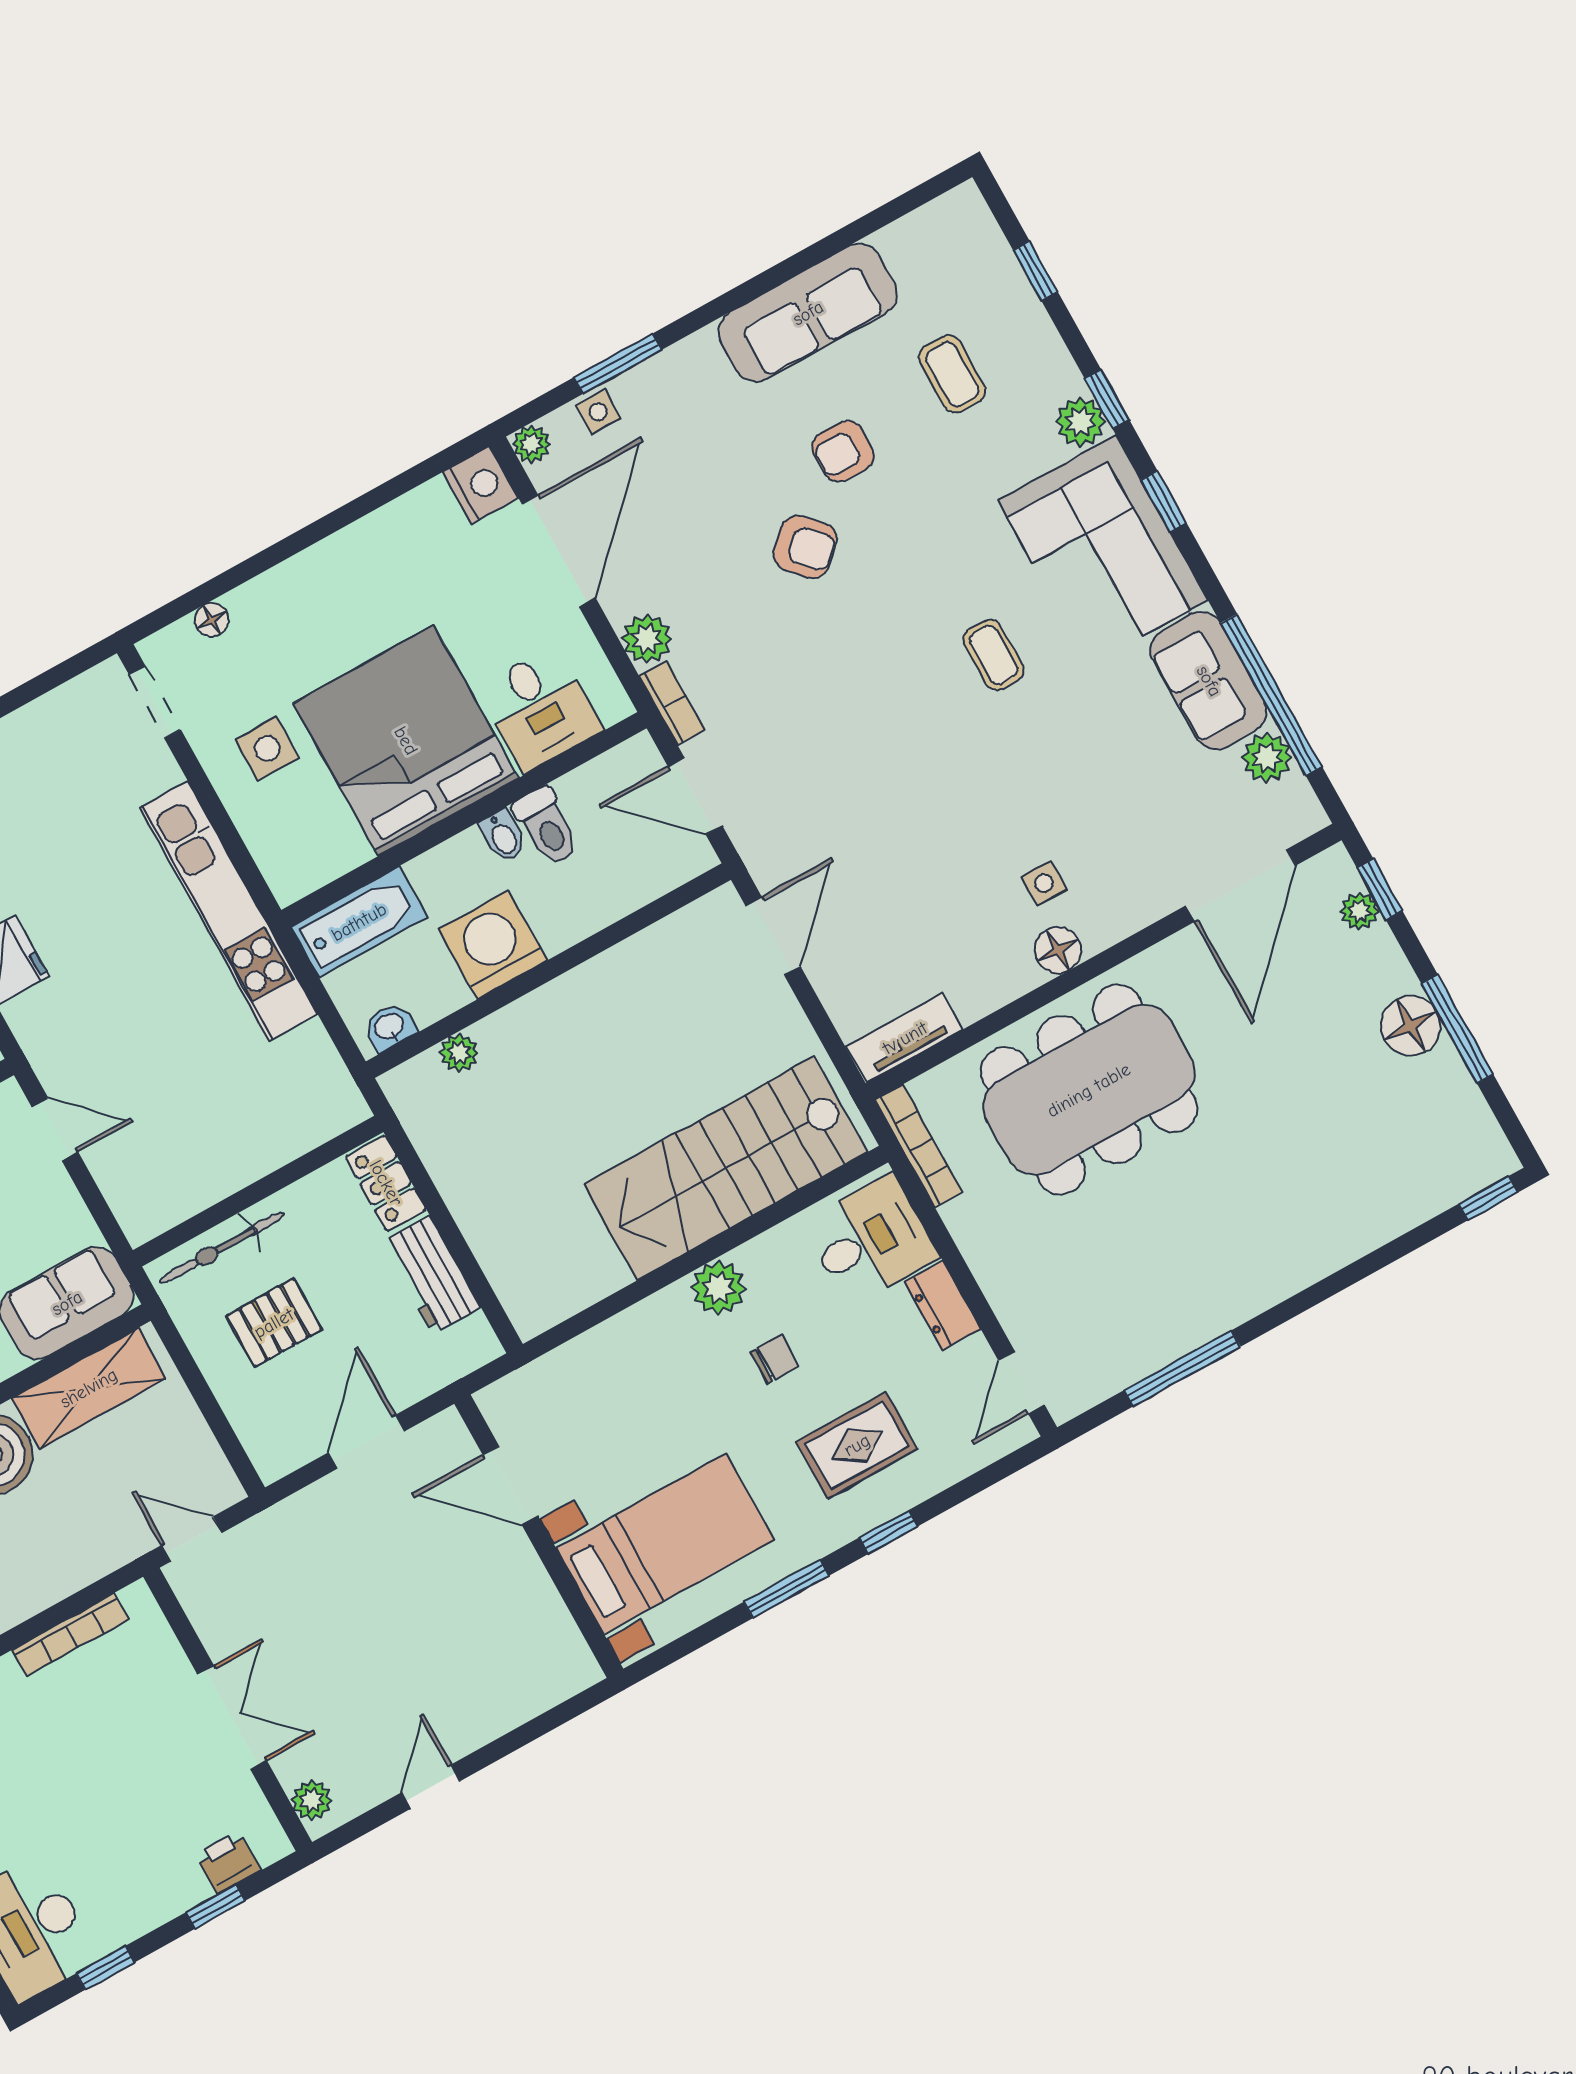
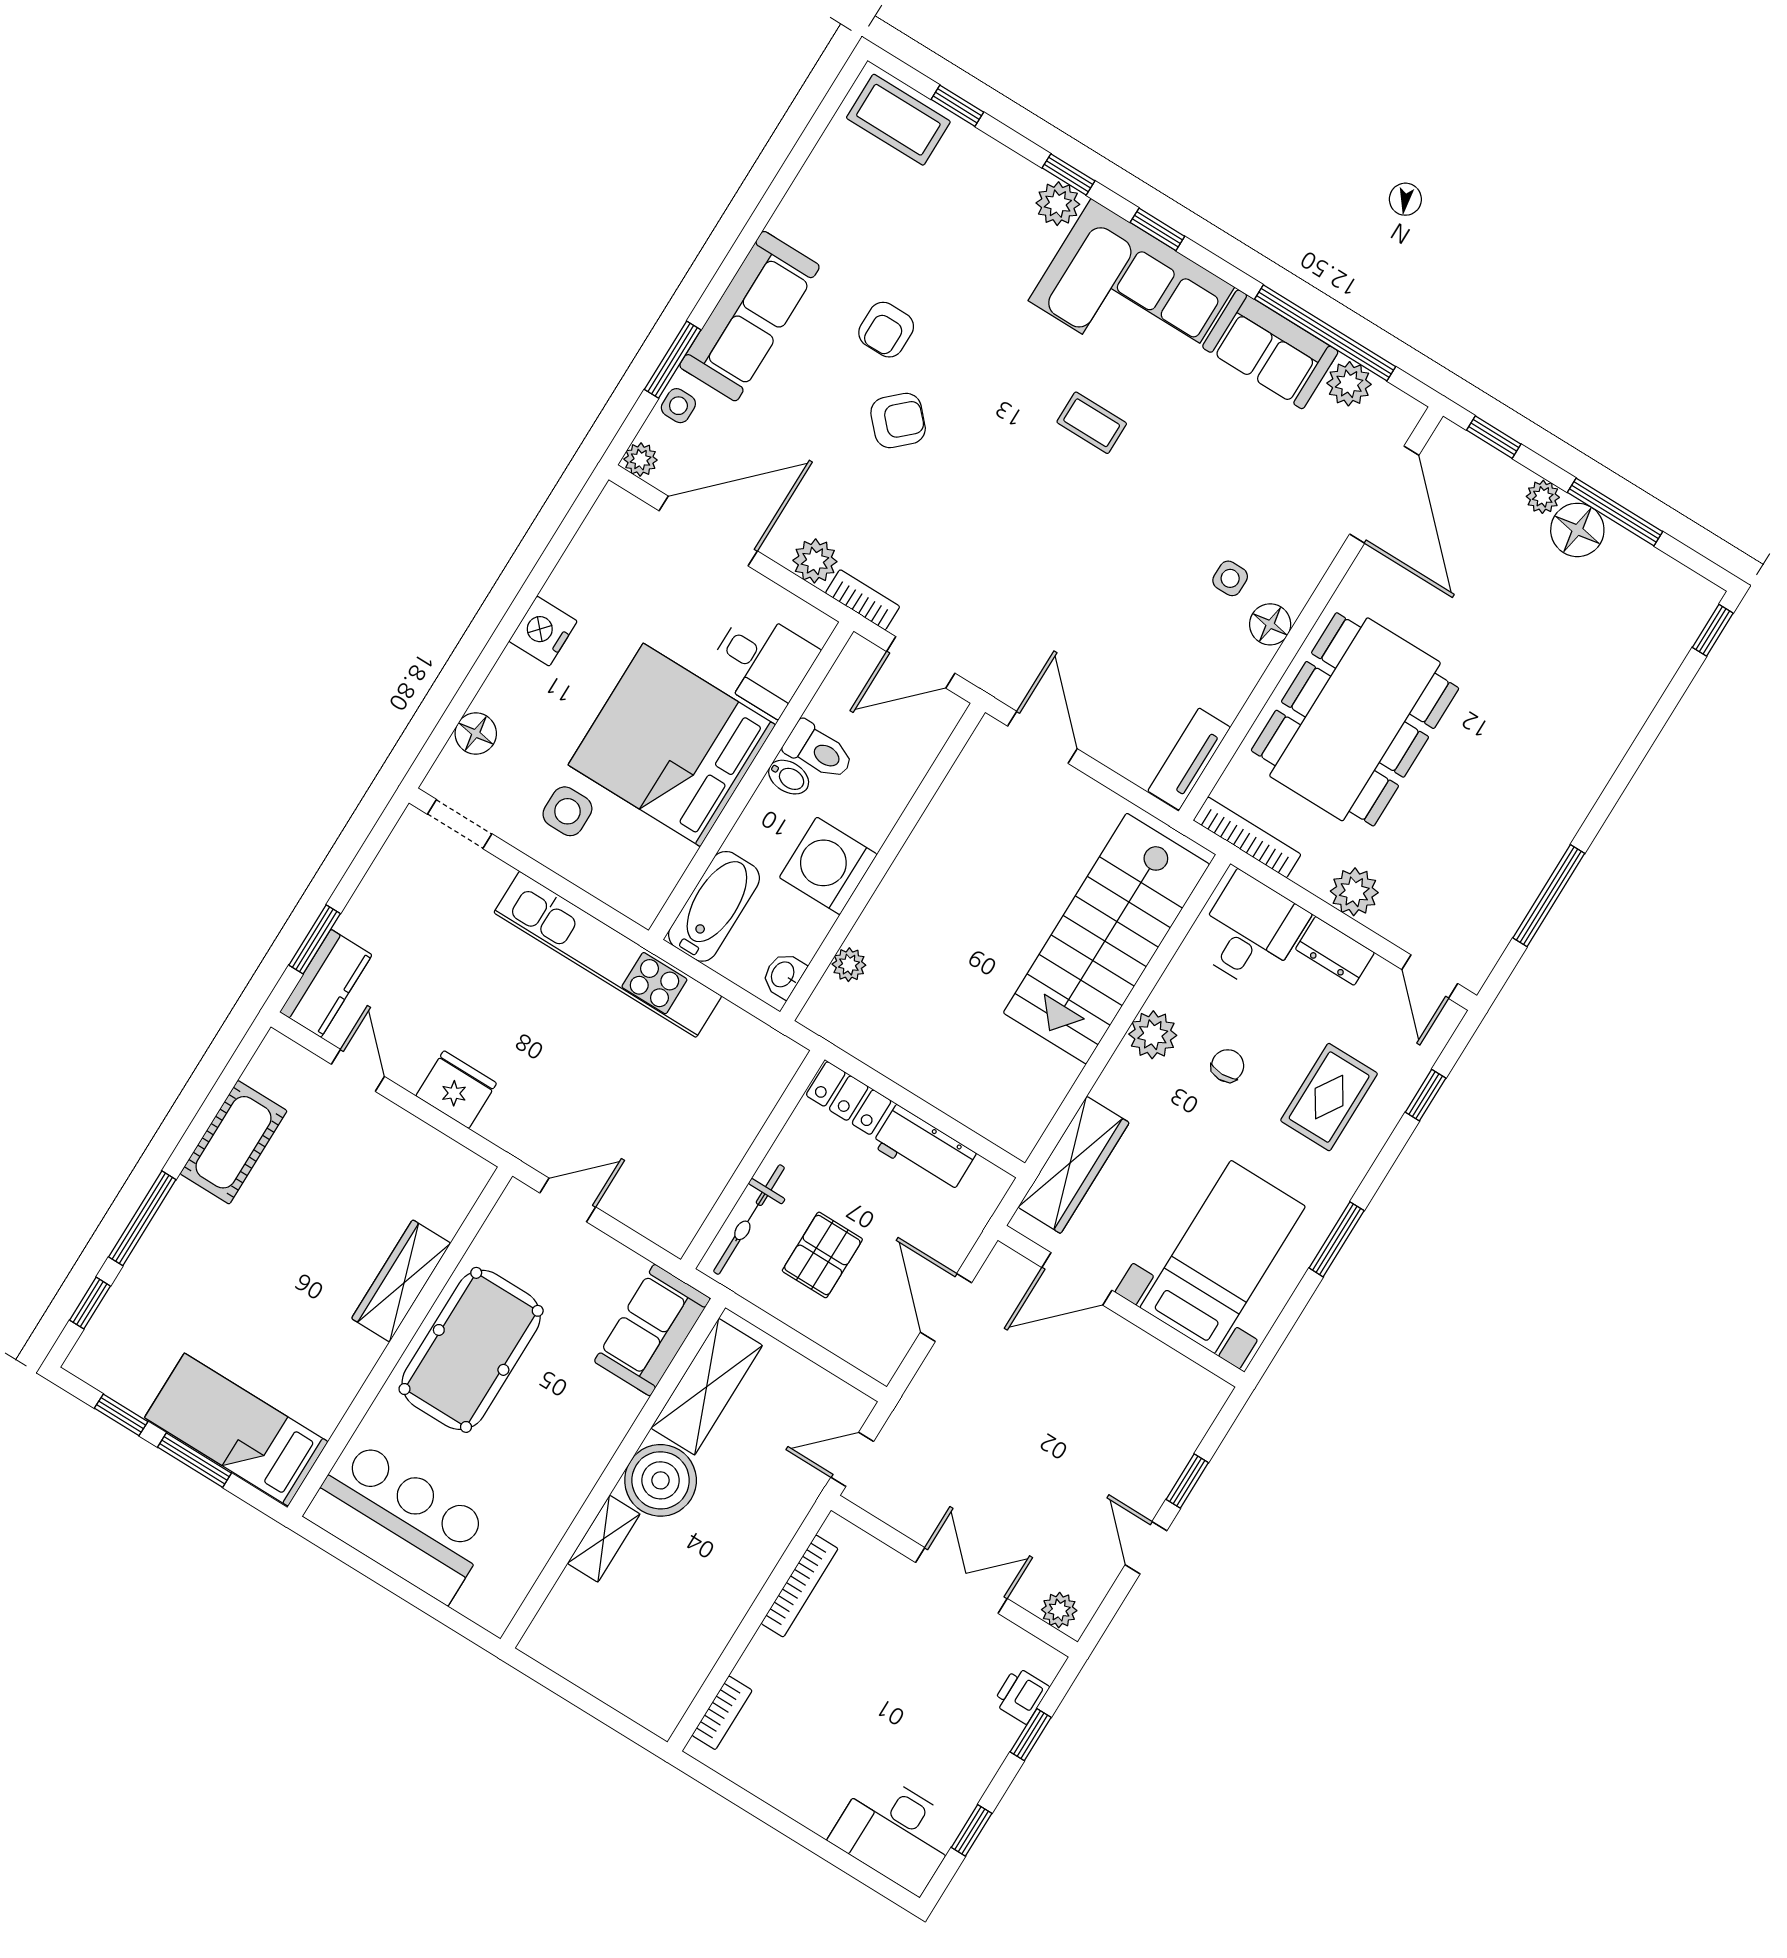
sofa: (808, 313) -> (749, 316), moved
coffee table: (952, 374) -> (898, 120), moved, width x1.36, depth x1.30
nightstand: (480, 485) -> (543, 631), moved, turned -90
door: (559, 551) -> (708, 531), hinge flipped
floor lamp: (212, 620) -> (476, 733), width x1.37, depth x1.37
plant: (1360, 911) -> (1543, 497), moved
plant: (994, 1258) -> (1354, 892), added
wardrobe: (570, 1372) -> (1074, 1165), added
window: (888, 1532) -> (1426, 1095), moved
window: (508, 1744) -> (1187, 1481), added

